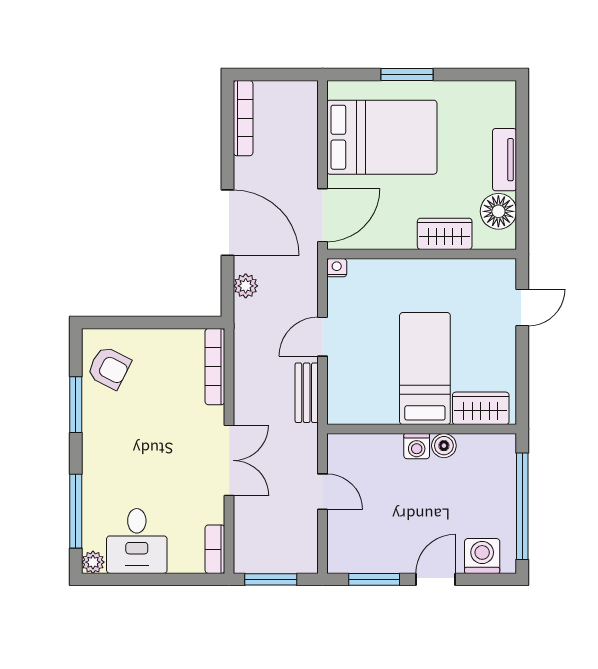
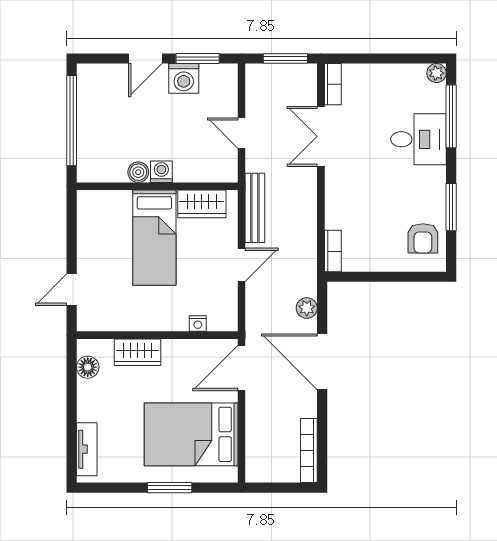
tv unit: (505, 160) -> (87, 449), moved
floor lamp: (498, 211) -> (88, 367), width x0.73, depth x0.73
nightstand: (337, 268) -> (198, 323), moved
bookcase: (215, 367) -> (333, 251), width x0.64
armchair: (109, 368) -> (423, 238), turned -117
bench: (307, 393) -> (255, 208), width x1.36
wardrobe: (481, 408) -> (202, 204), moved
double door: (229, 460) -> (321, 136), moved
desk: (137, 541) -> (418, 139), moved, turned 90
washing machine: (482, 556) -> (184, 78), moved

